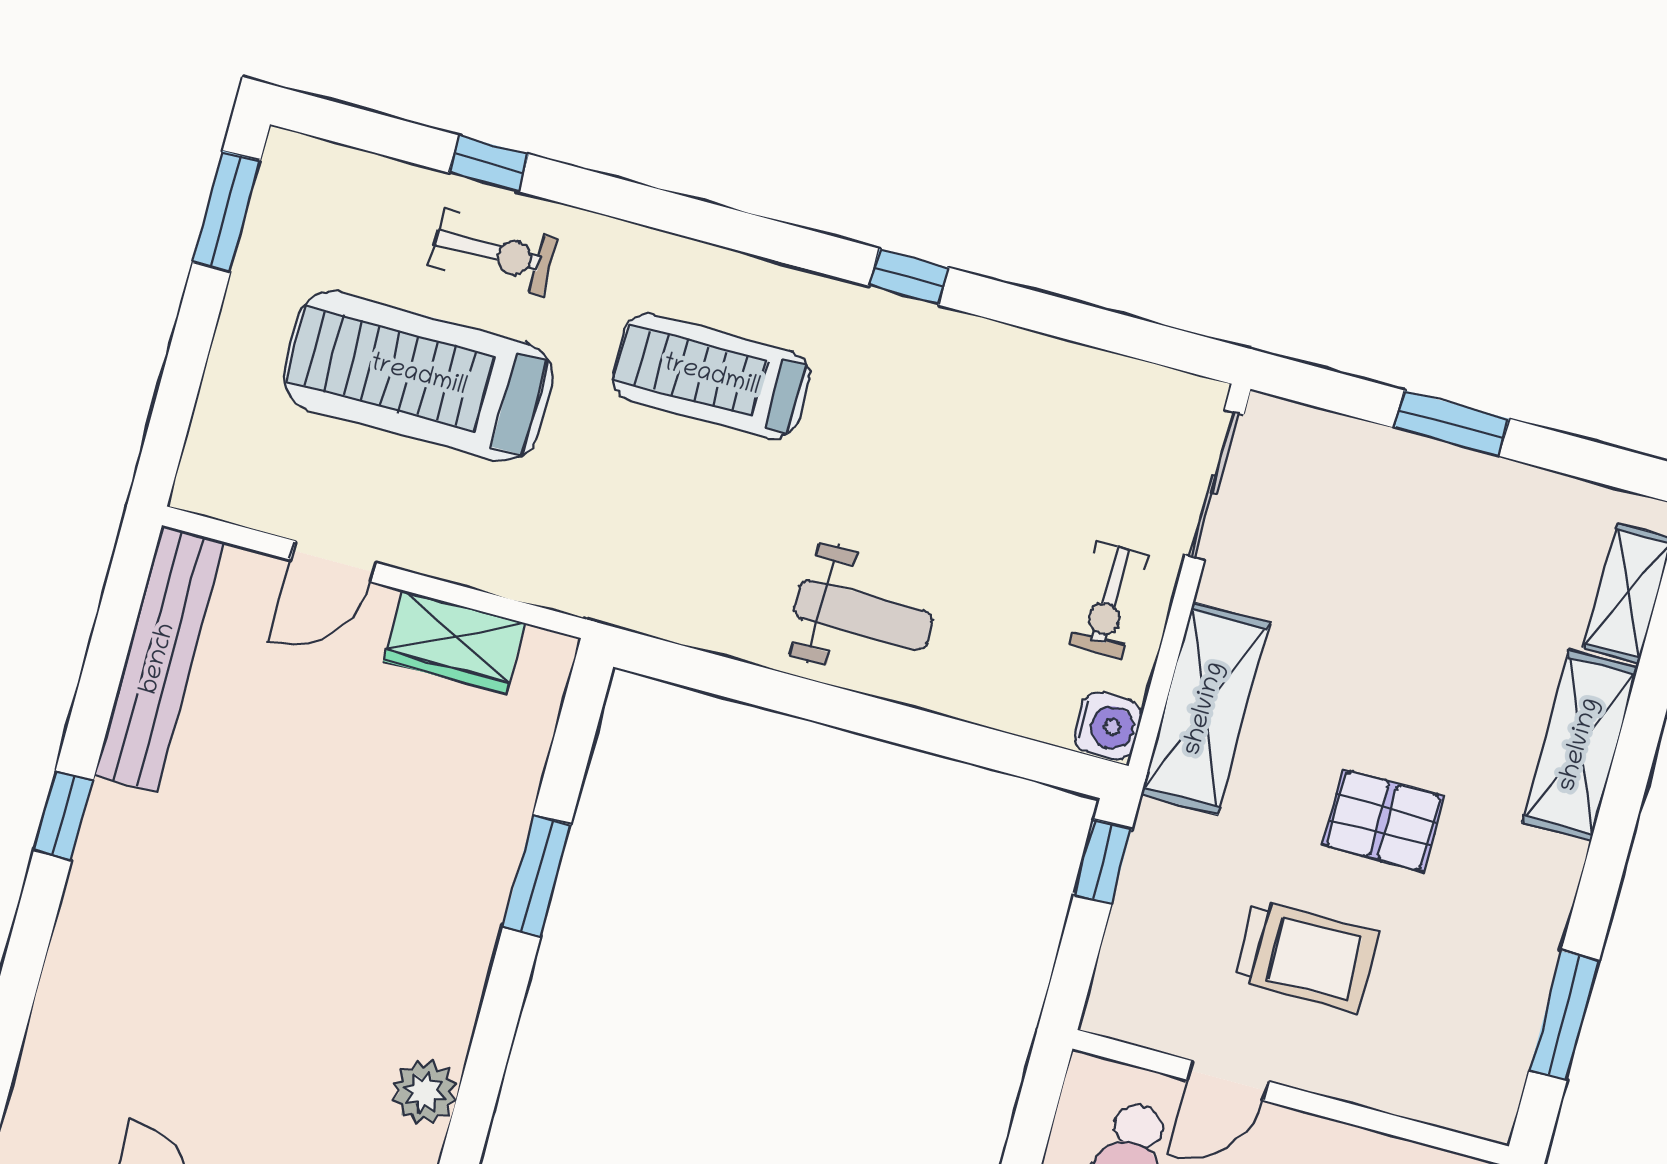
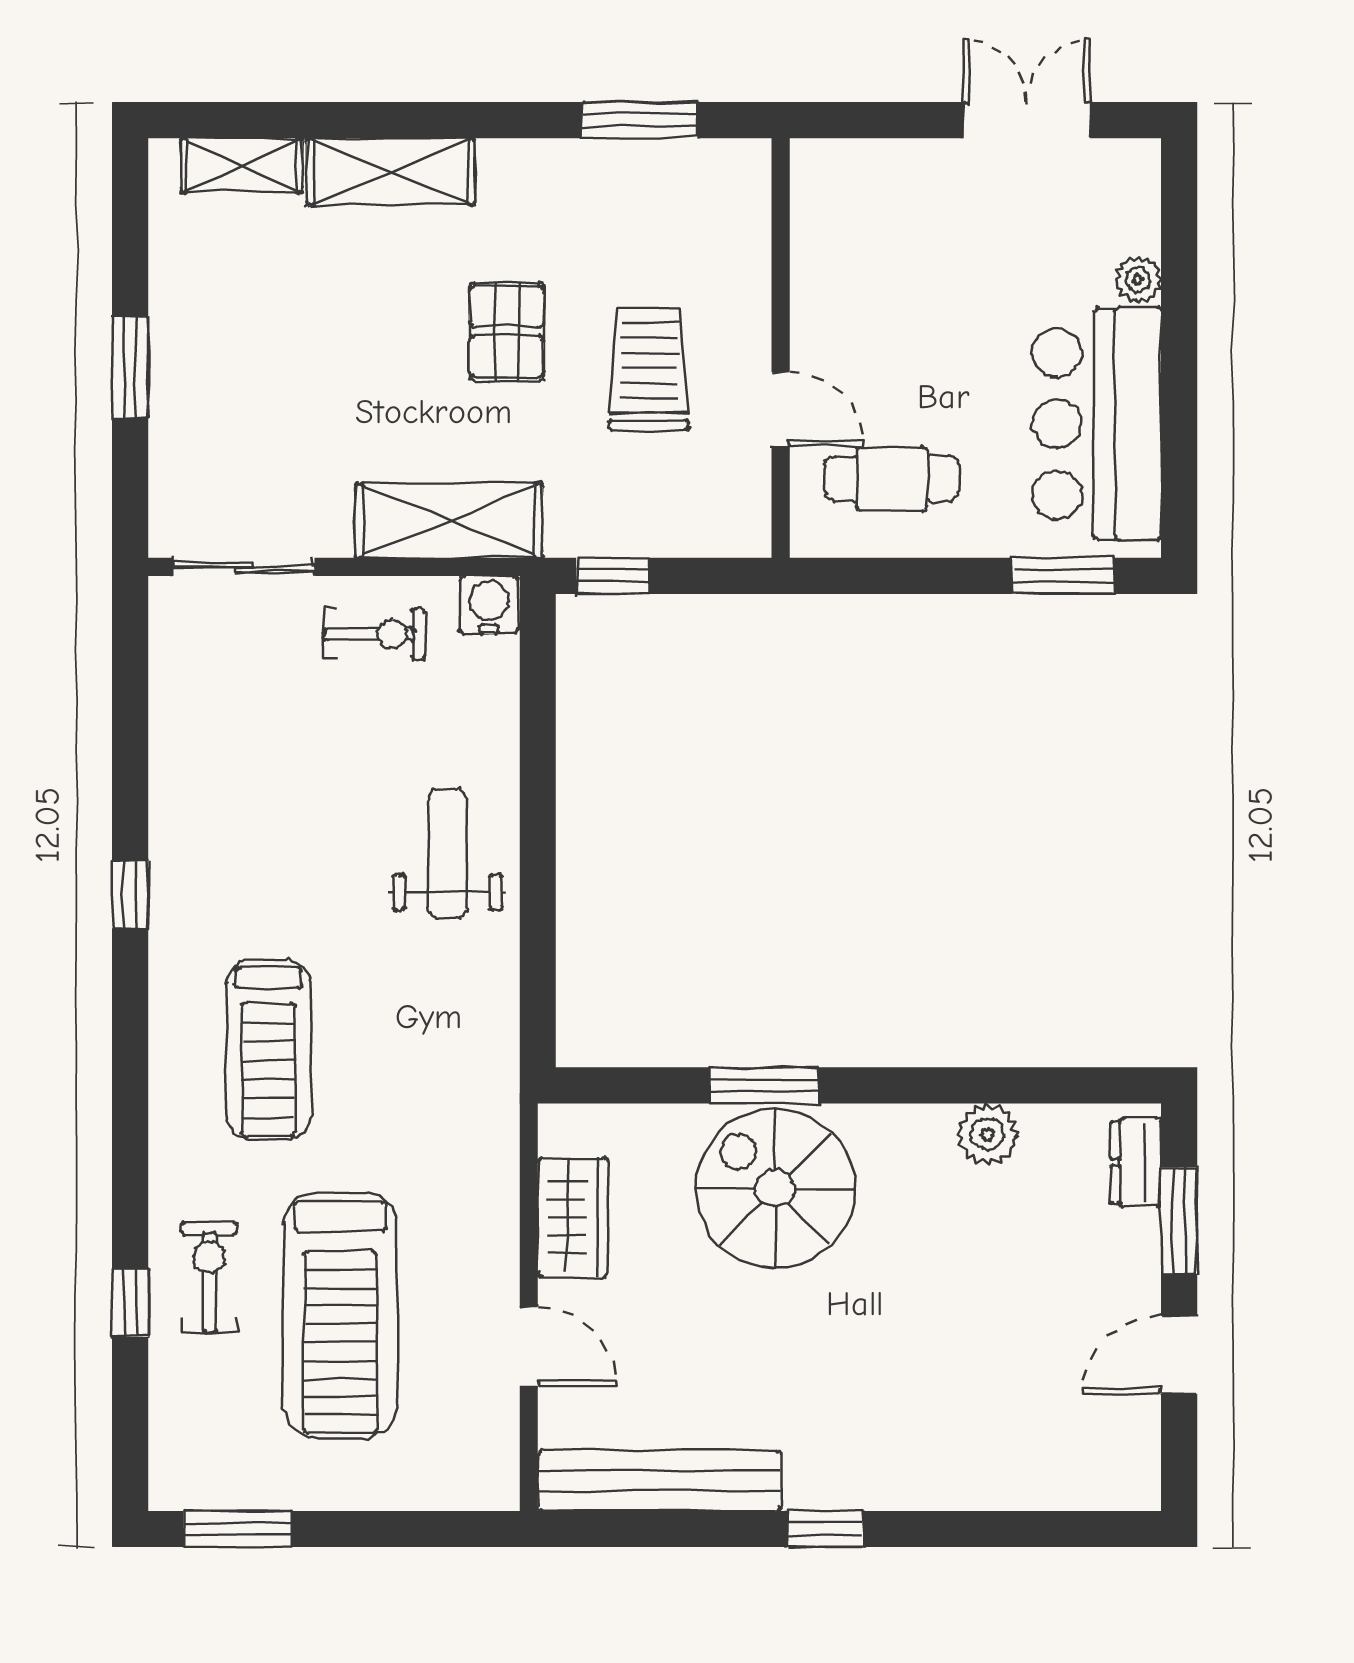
spiral stairs: (428, 859) -> (775, 1188), added

